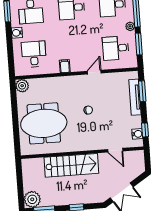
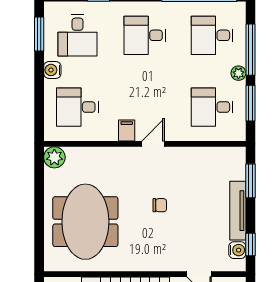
desk: (34, 54) -> (77, 107), turned -90
door: (94, 72) -> (153, 144), moved
tv unit: (135, 97) -> (238, 211), moved
meeting table: (44, 123) -> (85, 222), turned 90

